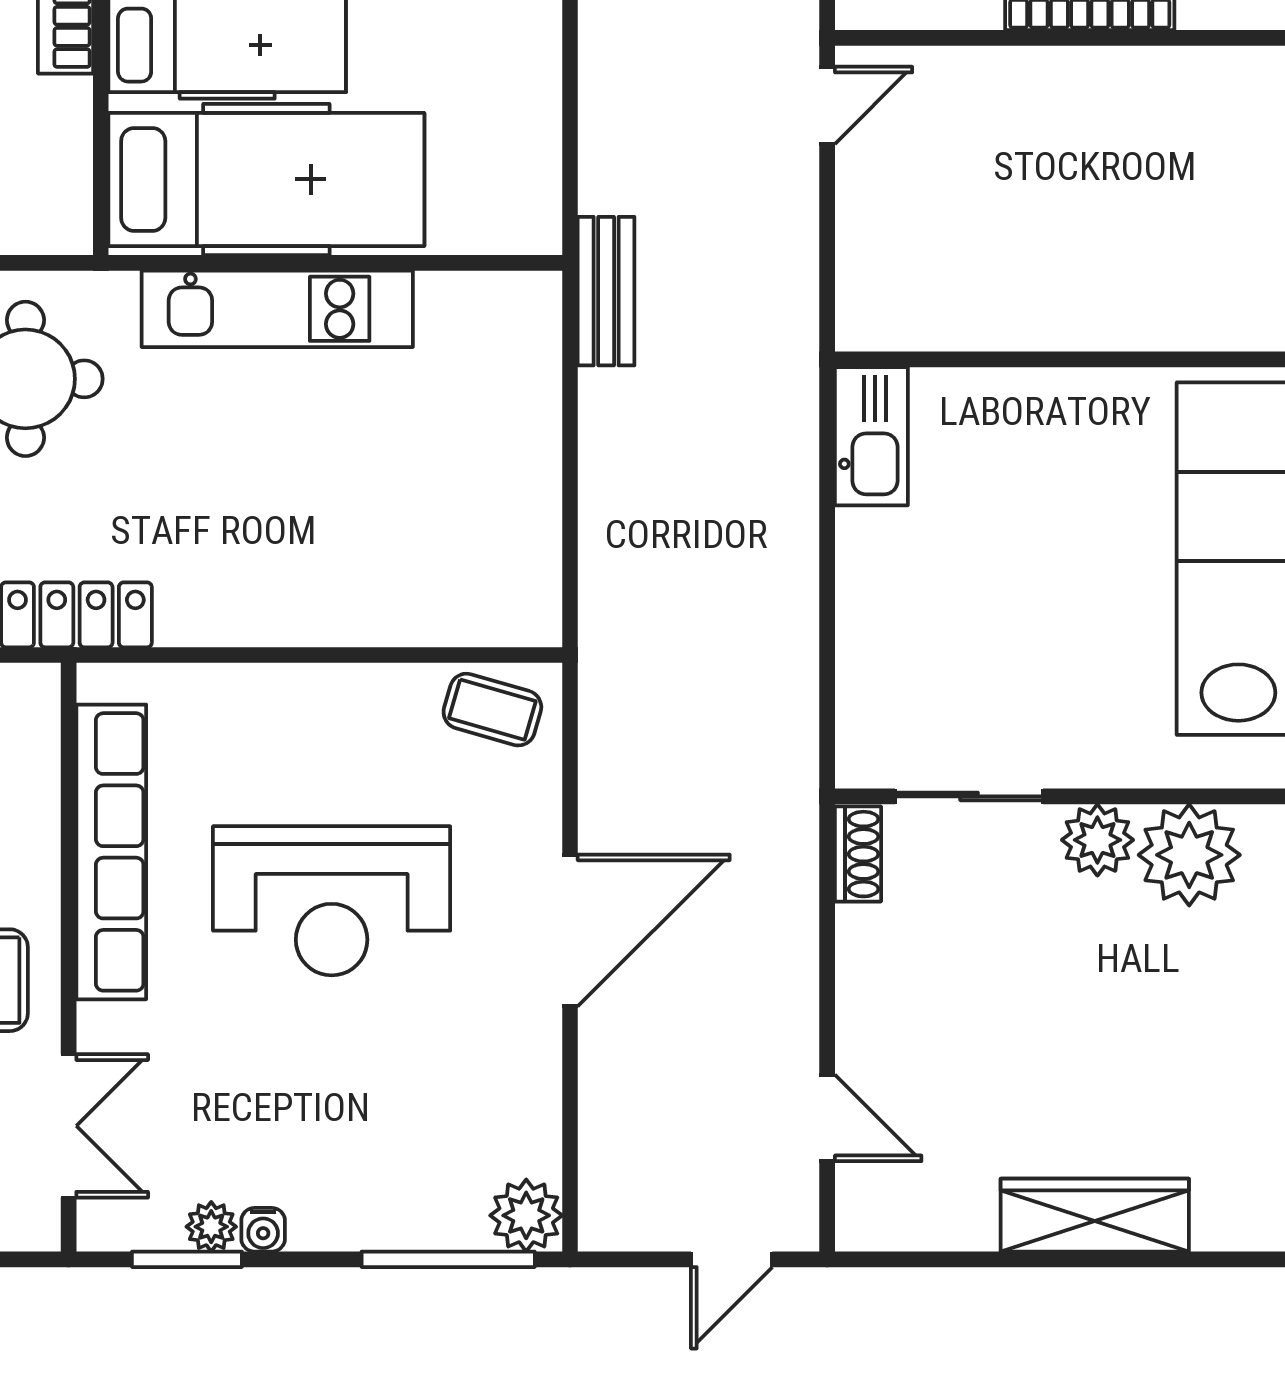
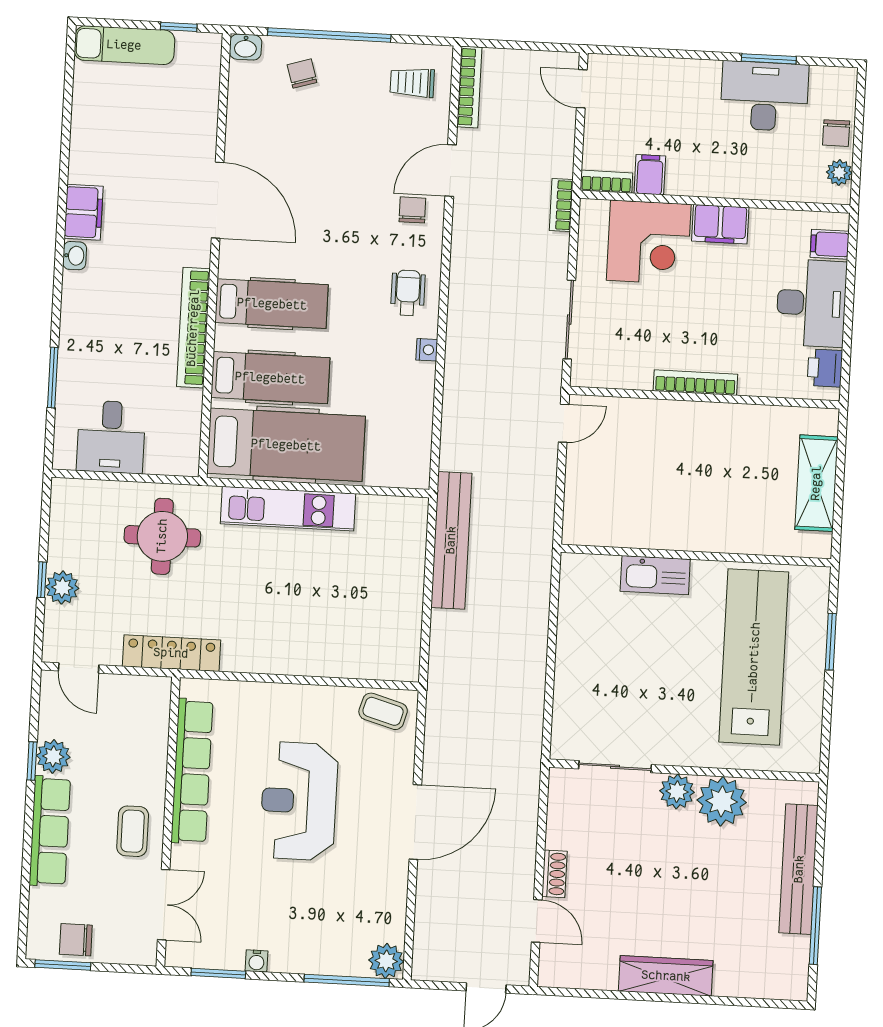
bench: (606, 291) -> (451, 540), width x1.86, depth x1.21
kitchen sink: (871, 436) -> (655, 575), moved, turned 90
shoe rack: (858, 854) -> (554, 874), moved
reception desk: (332, 901) -> (299, 801), turned 90
plant: (211, 1227) -> (231, 958), removed

